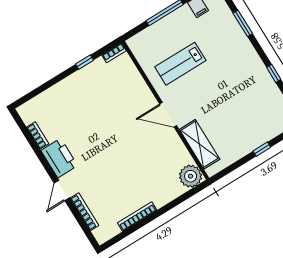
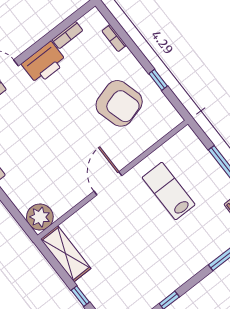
bookcase: (114, 53) -> (114, 38), moved
armchair: (101, 98) -> (119, 103), added
shelving: (200, 144) -> (66, 254), moved, turned 90

